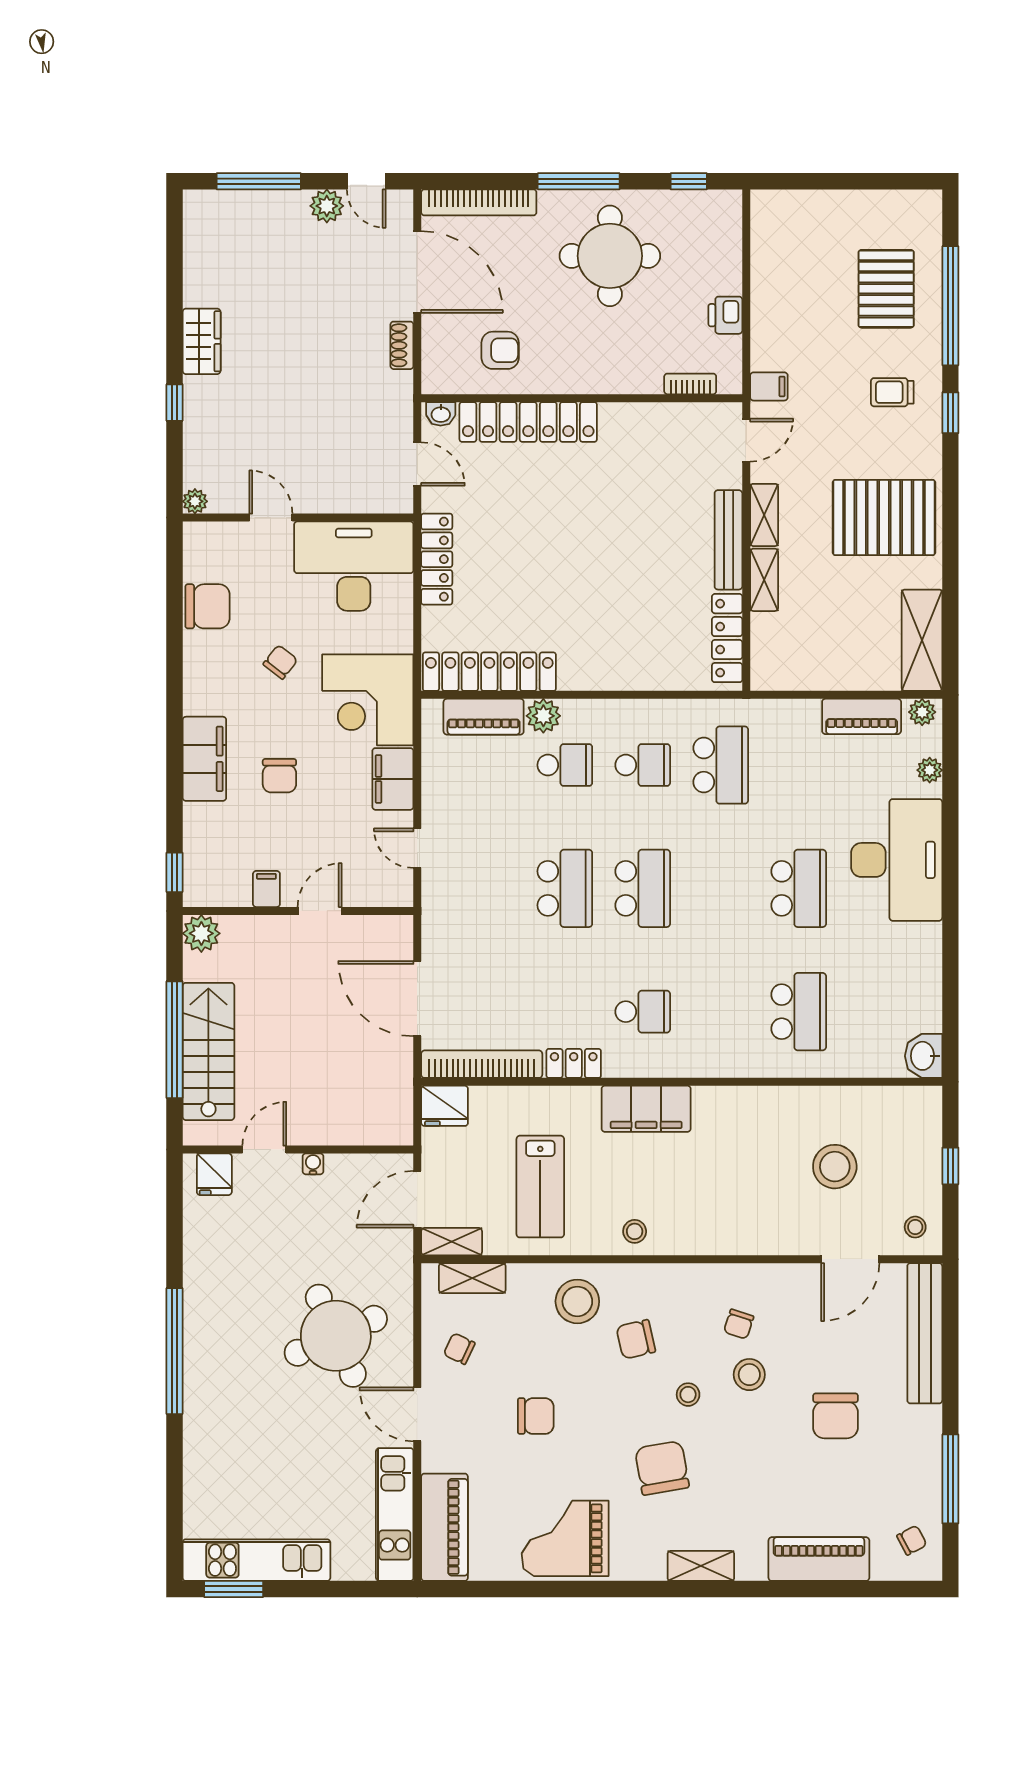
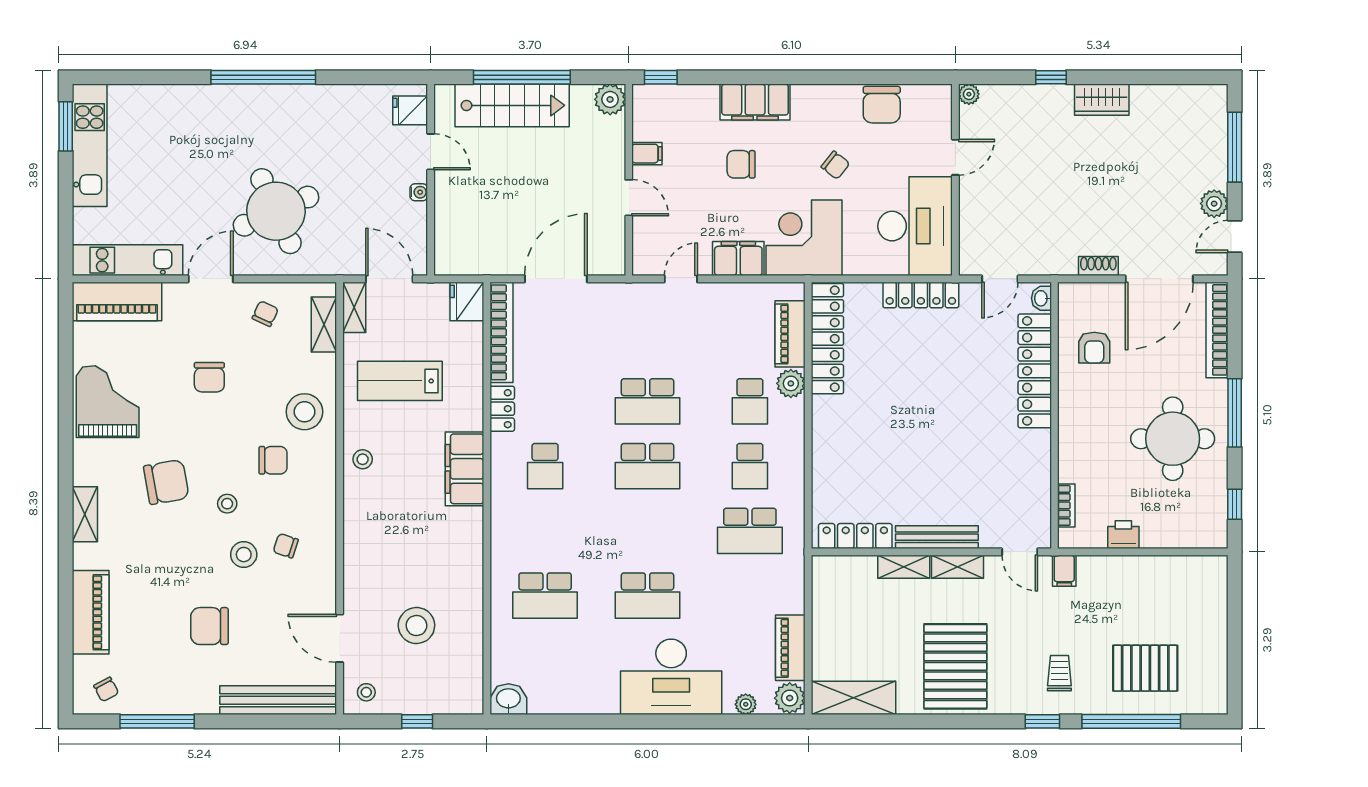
plant: (922, 712) -> (790, 698), width x1.38, depth x1.38
chair: (636, 1339) -> (273, 460), turned 103

